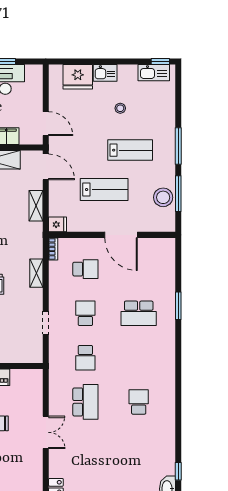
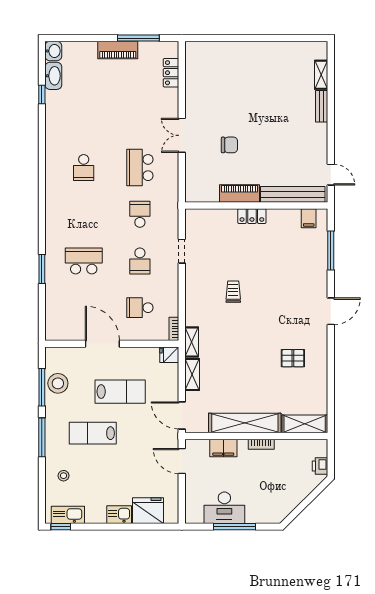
stool: (120, 108) -> (64, 476), moved
lab bench: (104, 190) -> (120, 392), turned 180
shelving: (36, 273) -> (192, 342), moved

